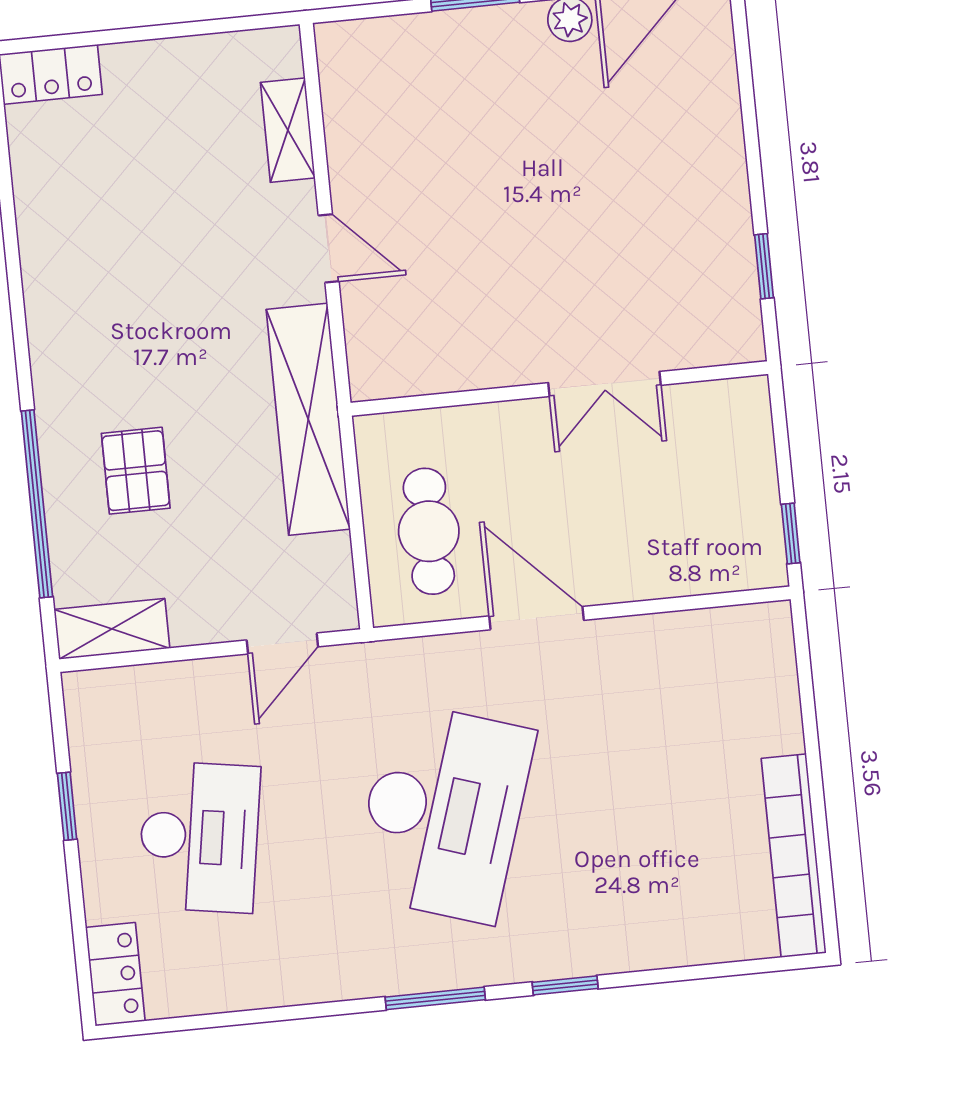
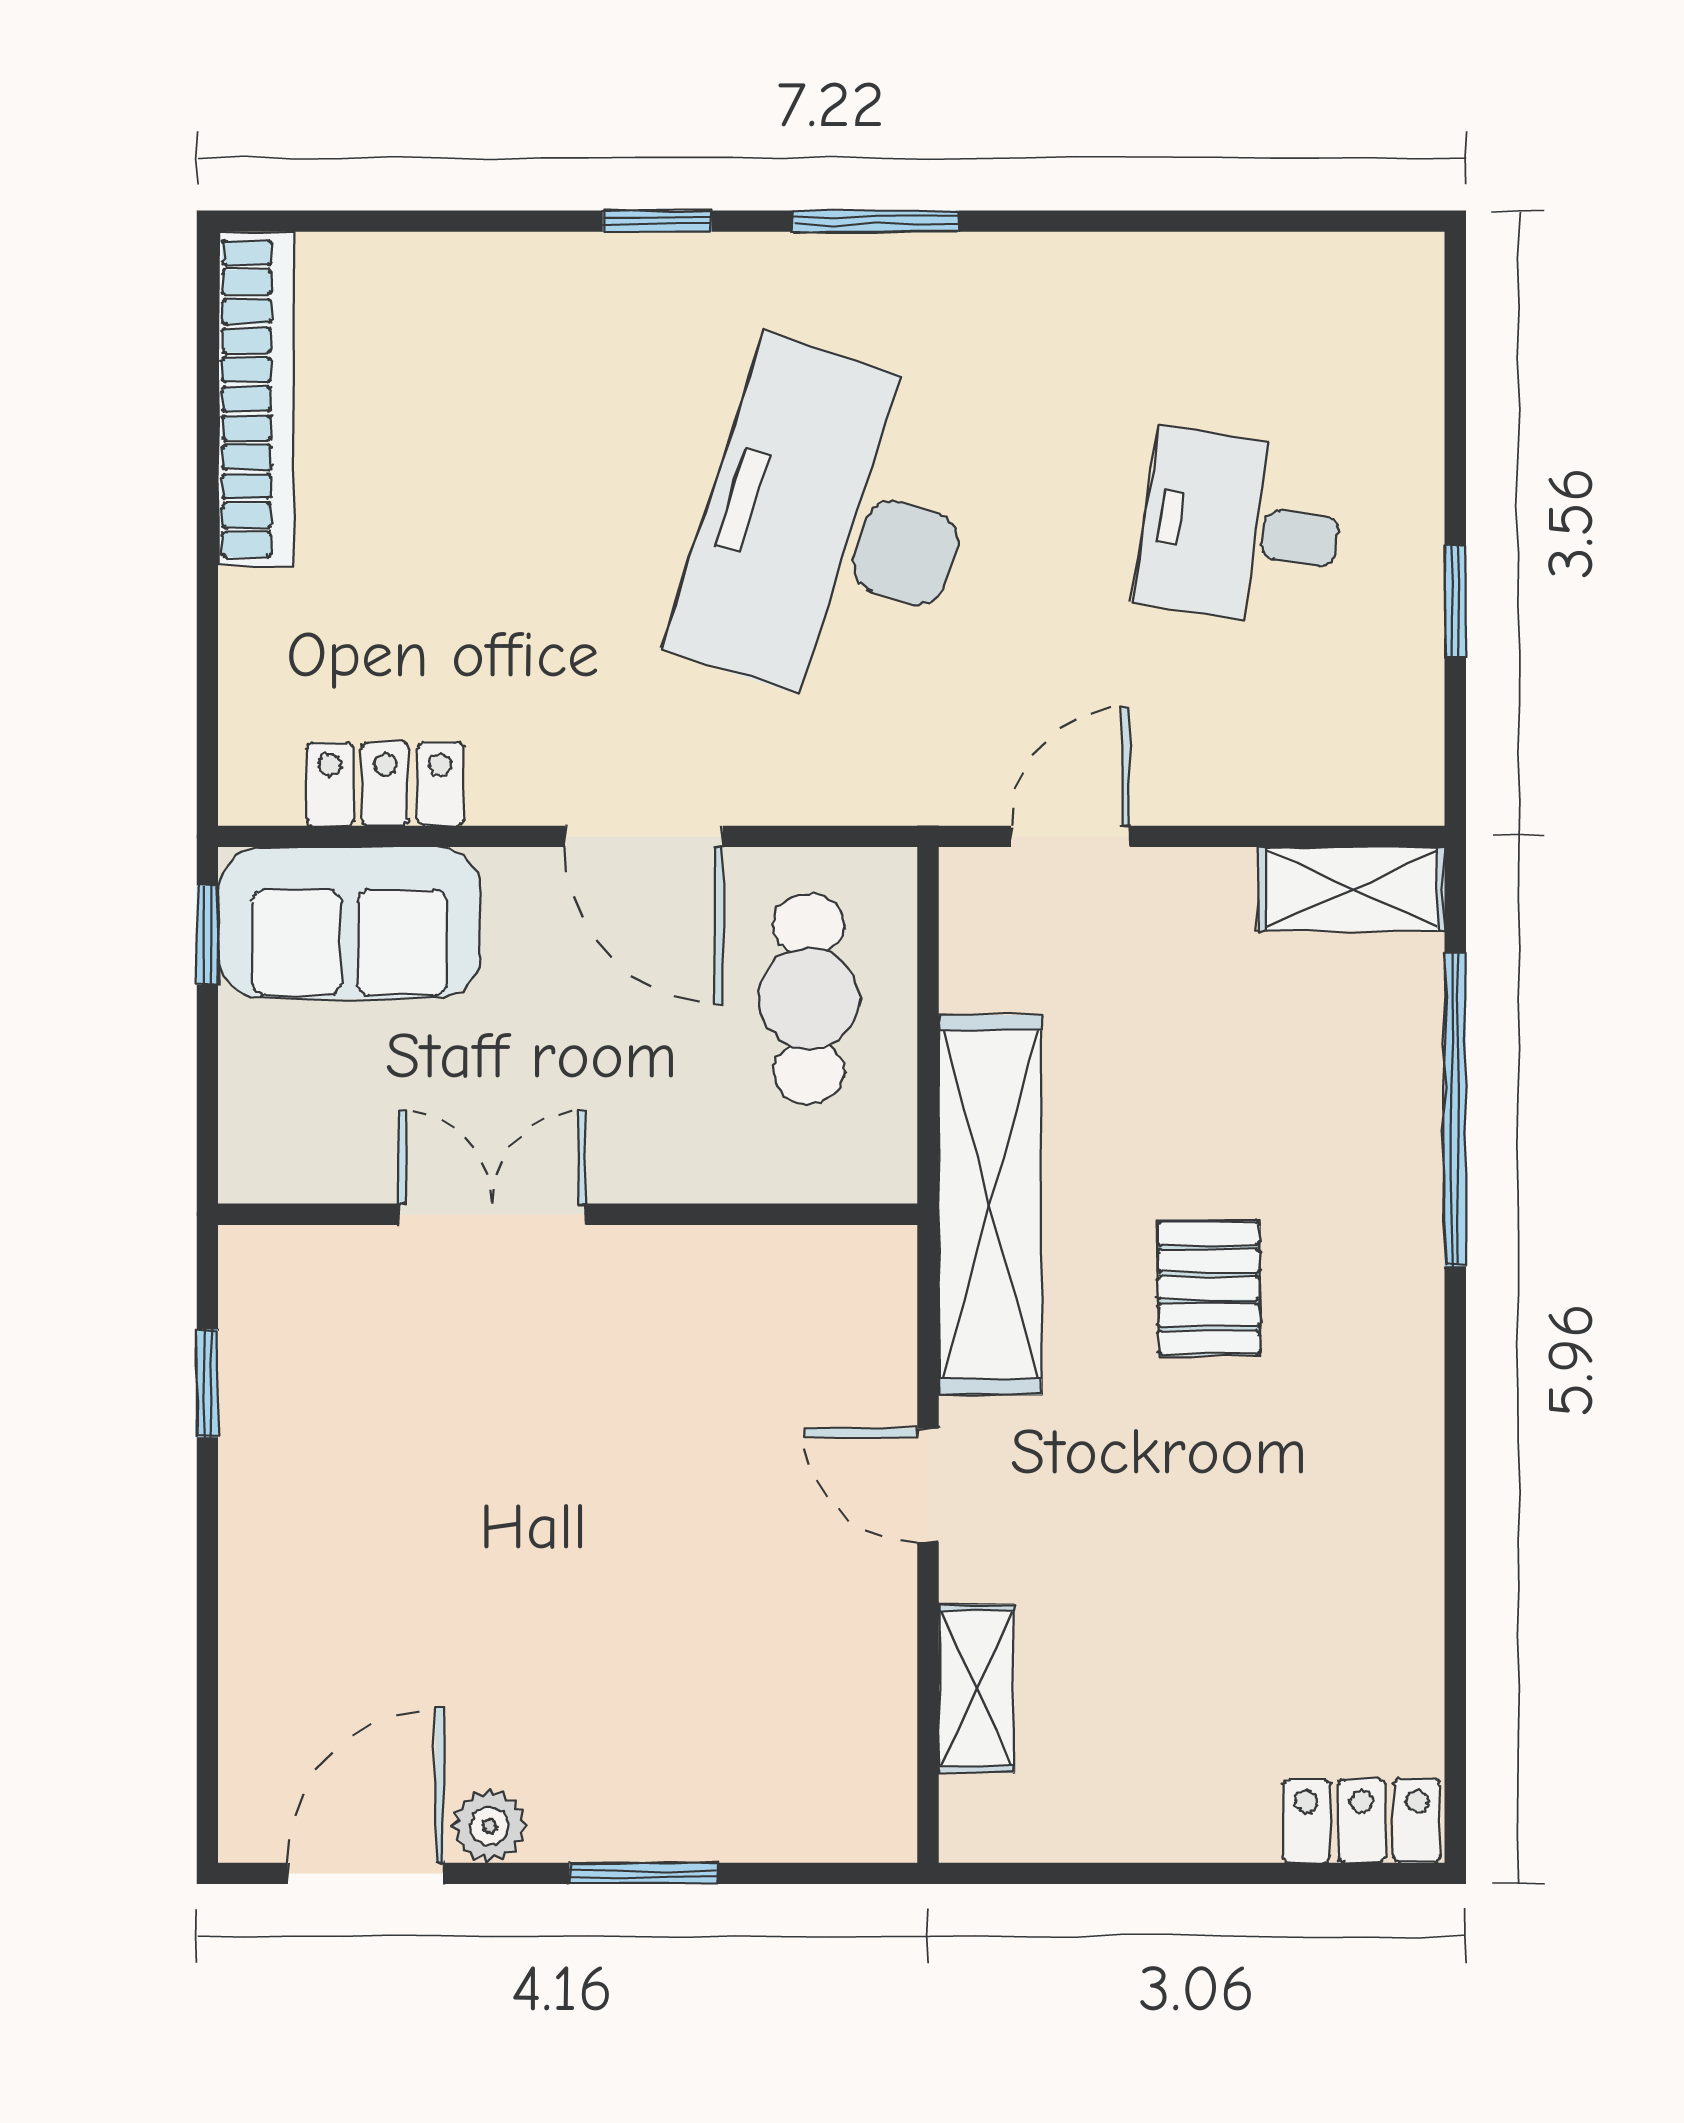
pallet: (136, 471) -> (1209, 1288), moved
sofa: (707, 549) -> (349, 923), added
desk: (199, 837) -> (1241, 529), width x0.73
locker: (115, 974) -> (385, 784), moved, turned 90

